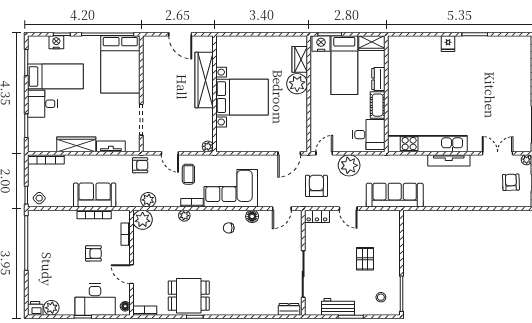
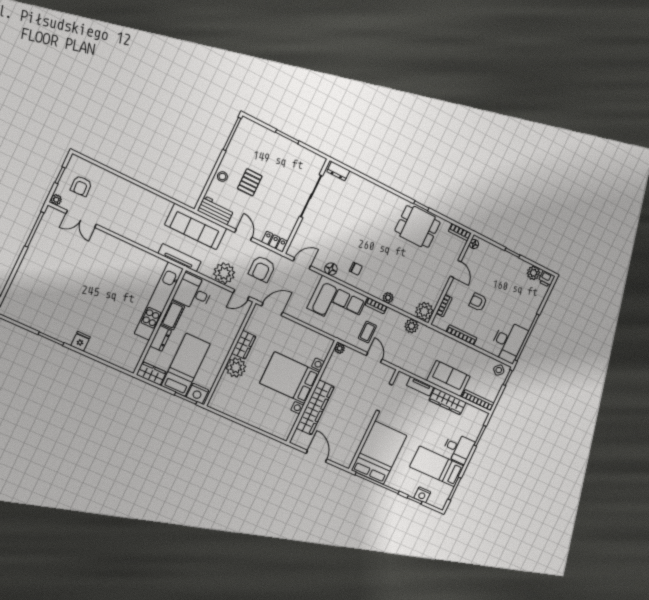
wardrobe: (300, 59) -> (244, 345), moved
kitchen unit: (427, 144) -> (159, 301), moved, turned 90
tv unit: (449, 160) -> (180, 258), moved
armchair: (140, 165) -> (404, 359), removed
sofa: (95, 195) -> (448, 378), moved, turned 180
stool: (381, 297) -> (222, 177), moved
desk: (95, 300) -> (508, 342), moved, turned 90
workbench: (338, 307) -> (216, 210), moved, turned 180

